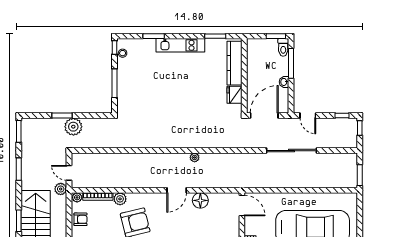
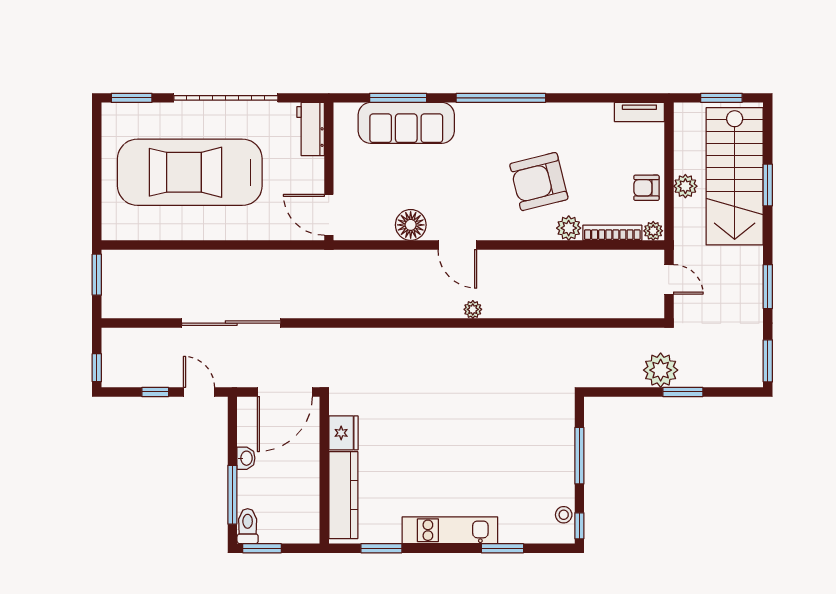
window: (342, 116) -> (155, 392), moved
plant: (195, 158) -> (473, 309), moved
plant: (61, 189) -> (685, 186), moved
door: (177, 190) -> (457, 245), swing flipped

